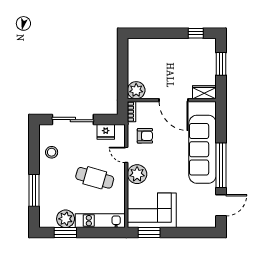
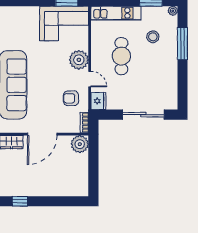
door: (173, 100) -> (42, 134), swing flipped
fridge: (106, 132) -> (98, 101), moved, turned 90
stool: (52, 152) -> (153, 37), moved
cafe table: (95, 178) -> (121, 56), turned 74
plant: (66, 219) -> (173, 11), moved, width x0.53, depth x0.53

